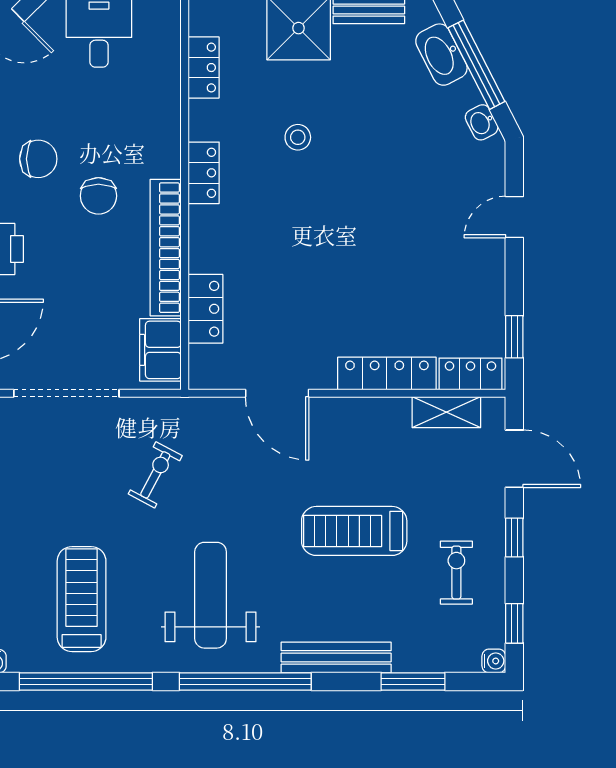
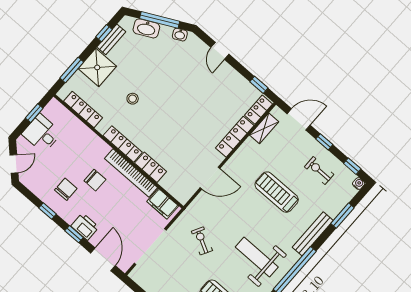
locker: (204, 68) -> (83, 110), width x1.53
locker: (204, 173) -> (123, 144), width x1.53
locker: (205, 309) -> (151, 167), moved
treadmill: (354, 531) -> (277, 192), turned 90

